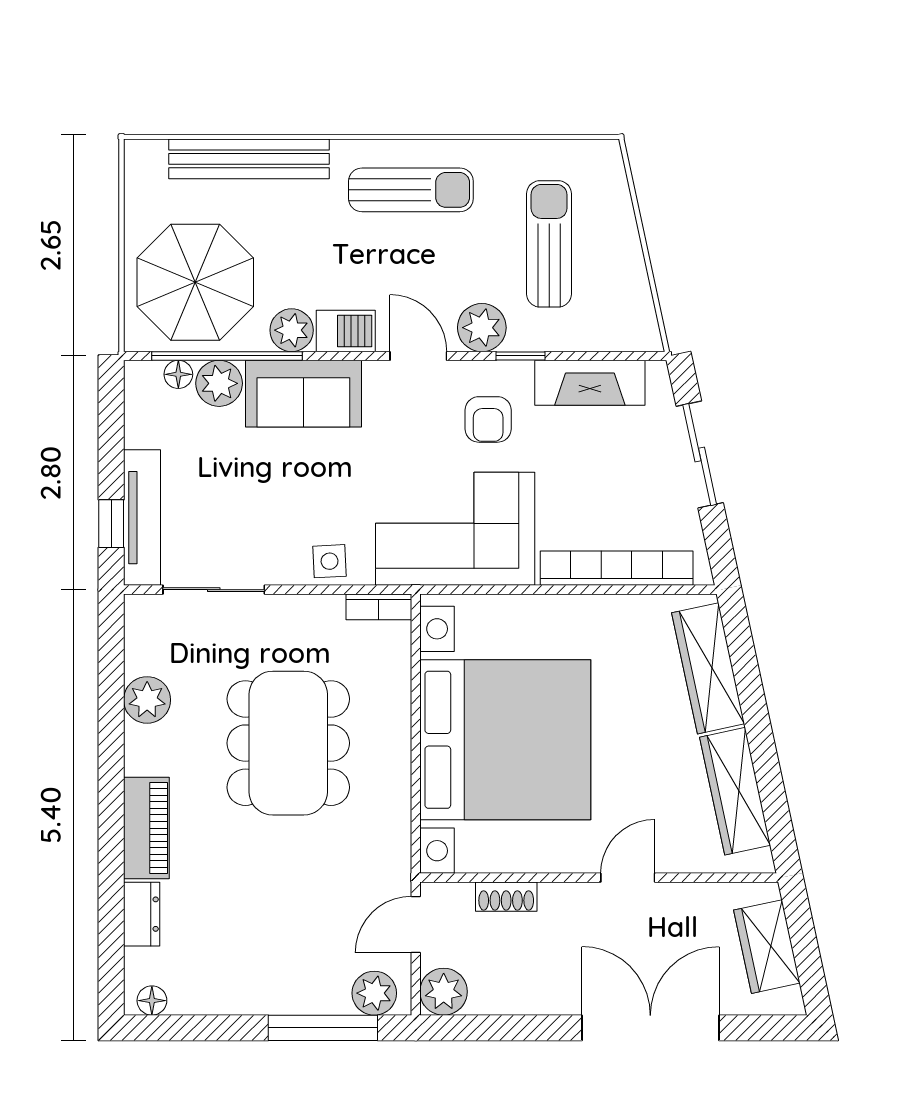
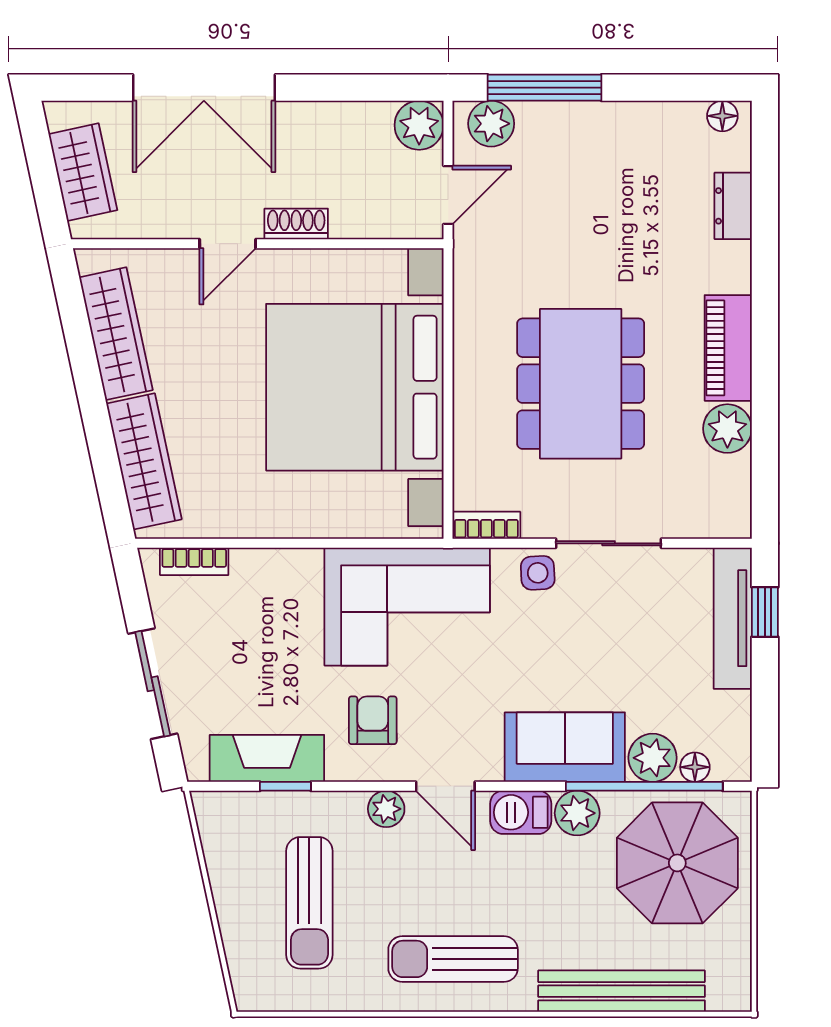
plant: (482, 328) -> (386, 809), width x0.73, depth x0.73
window: (520, 356) -> (285, 786), moved
bookcase: (617, 568) -> (194, 561), width x0.43, depth x0.76
sliding door: (214, 590) -> (609, 543), moved
piano: (146, 828) -> (728, 348), moved
shoe rack: (506, 897) -> (296, 224), moved

